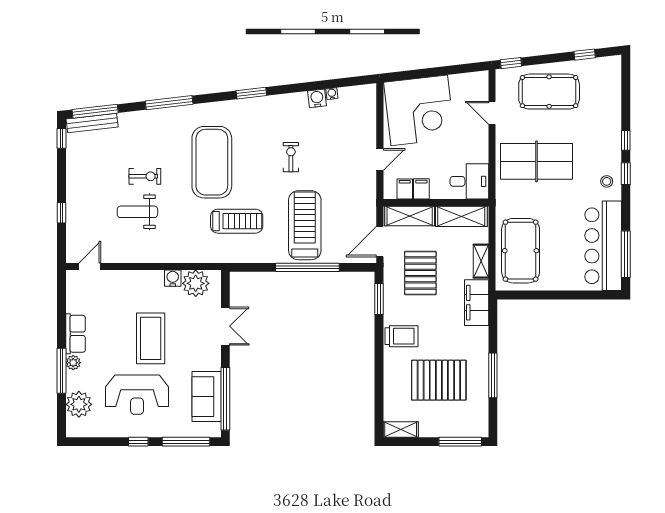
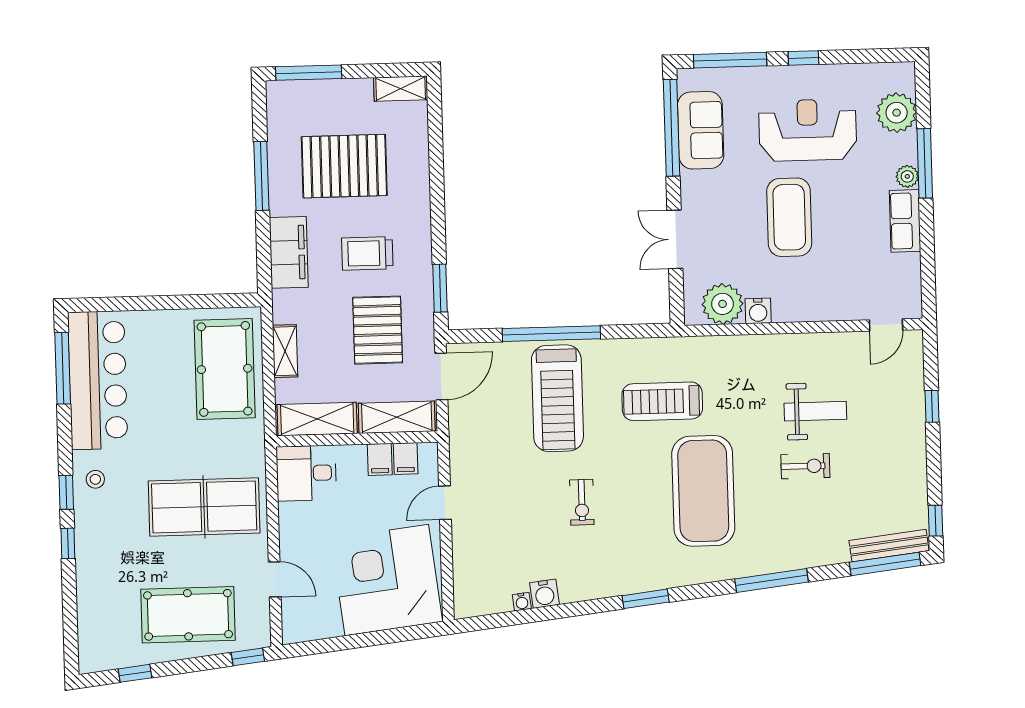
exercise bike: (145, 176) -> (805, 466), turned 180
filing cabinet: (477, 303) -> (289, 252), moved
trolley: (401, 336) -> (367, 253), moved

